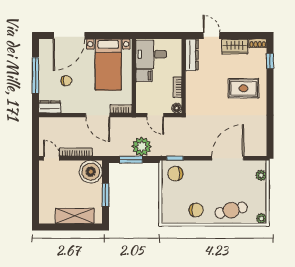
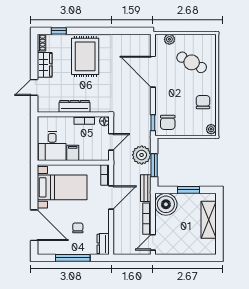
dresser: (192, 55) -> (74, 106), moved
rug: (244, 88) -> (85, 56), width x1.36, depth x1.43
bench: (107, 151) -> (146, 188), added
cafe table: (231, 210) -> (192, 62), moved, turned -48
plant: (261, 218) -> (211, 129), moved

